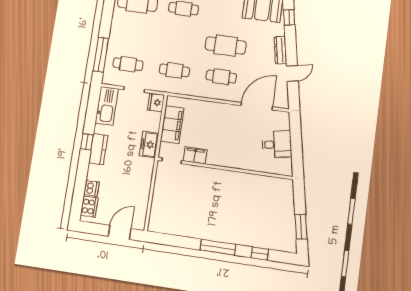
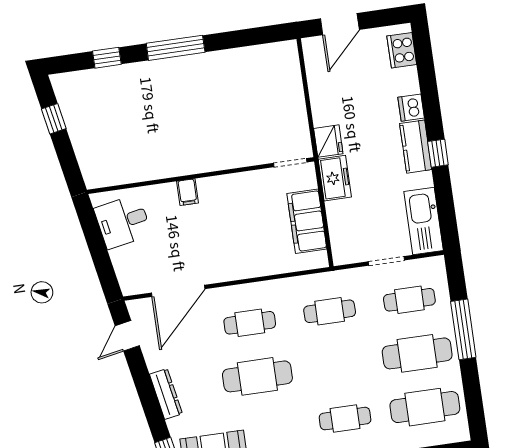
cafe table: (133, 33) -> (417, 353), added
window: (101, 55) -> (463, 329), moved
door: (292, 73) -> (127, 336), moved
fridge: (156, 102) -> (328, 141), moved
desk: (277, 144) -> (123, 222), moved
filing cabinet: (195, 155) -> (188, 192), moved, width x0.50
dishwasher: (91, 188) -> (411, 108), moved
window: (301, 227) -> (54, 119), width x0.67

